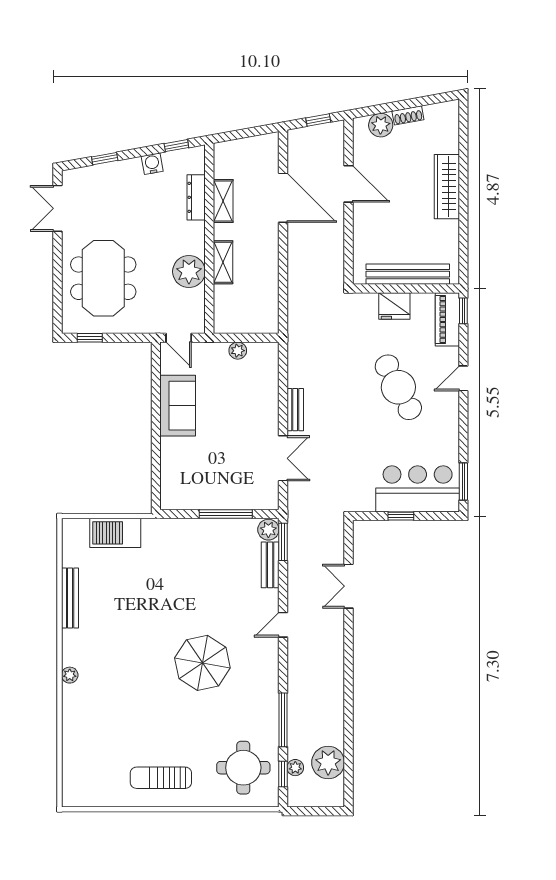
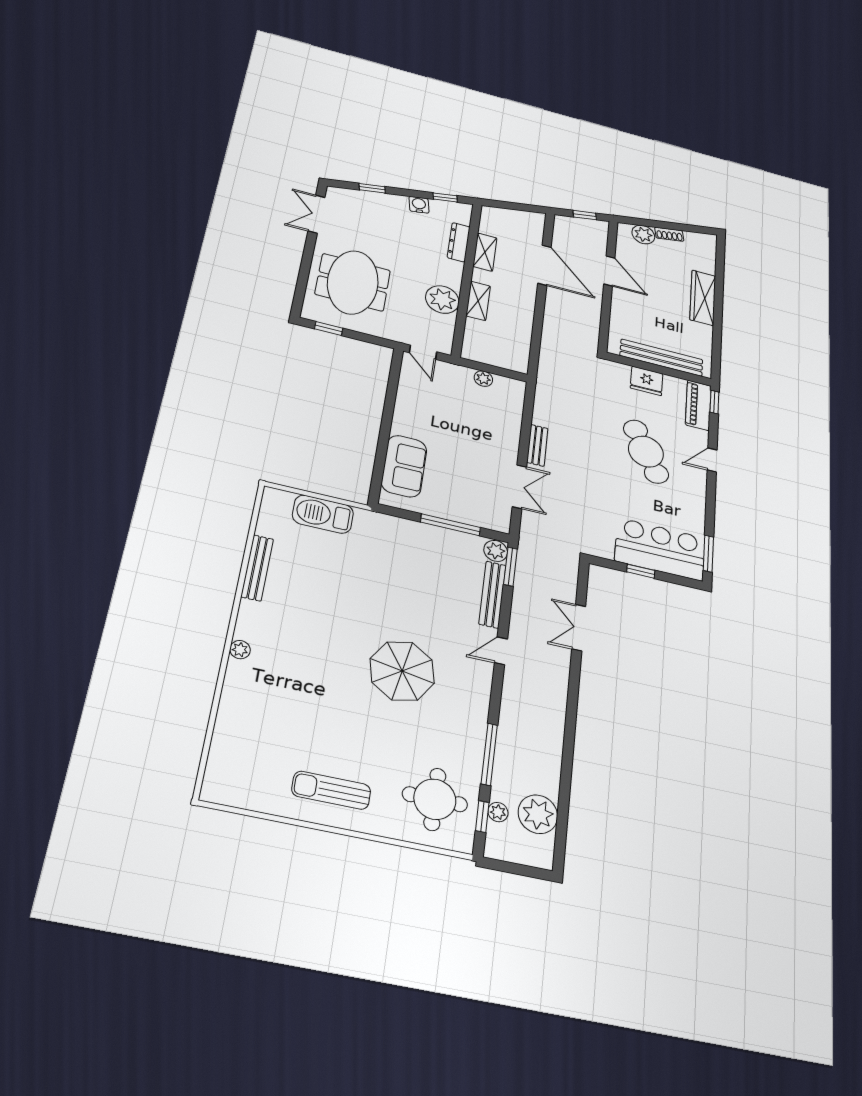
sofa: (178, 406) -> (404, 466), moved
bench: (270, 565) -> (492, 595), width x1.36

